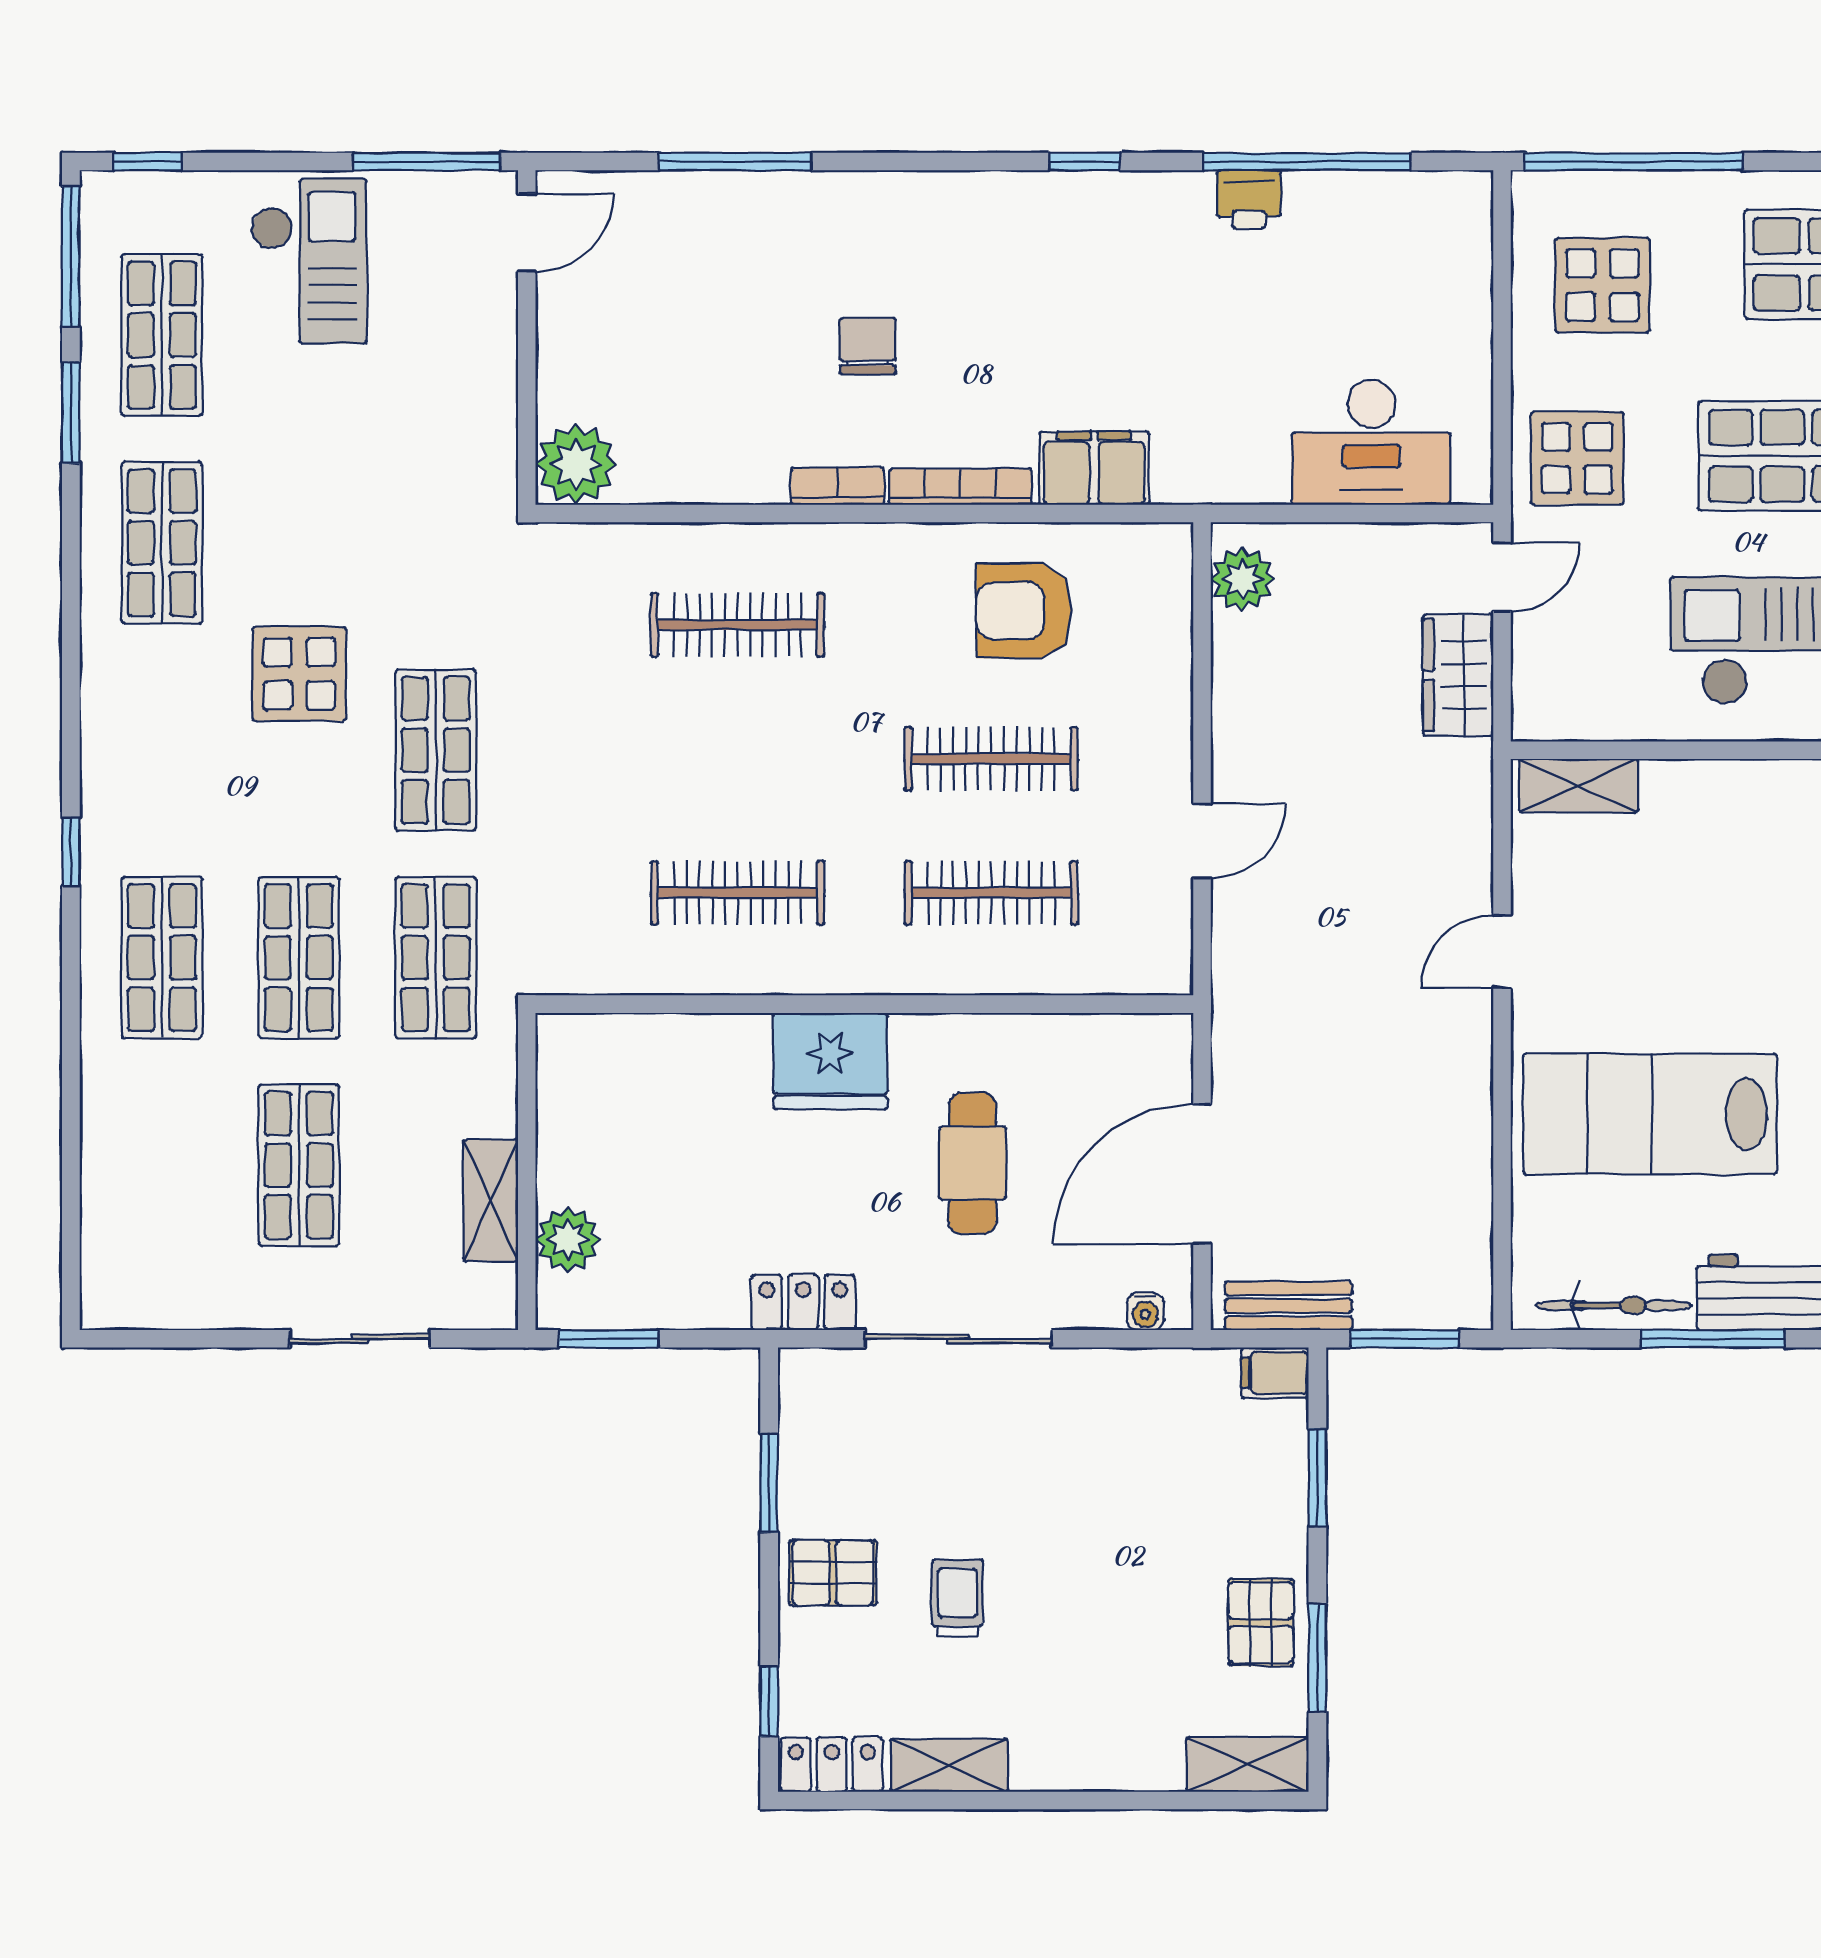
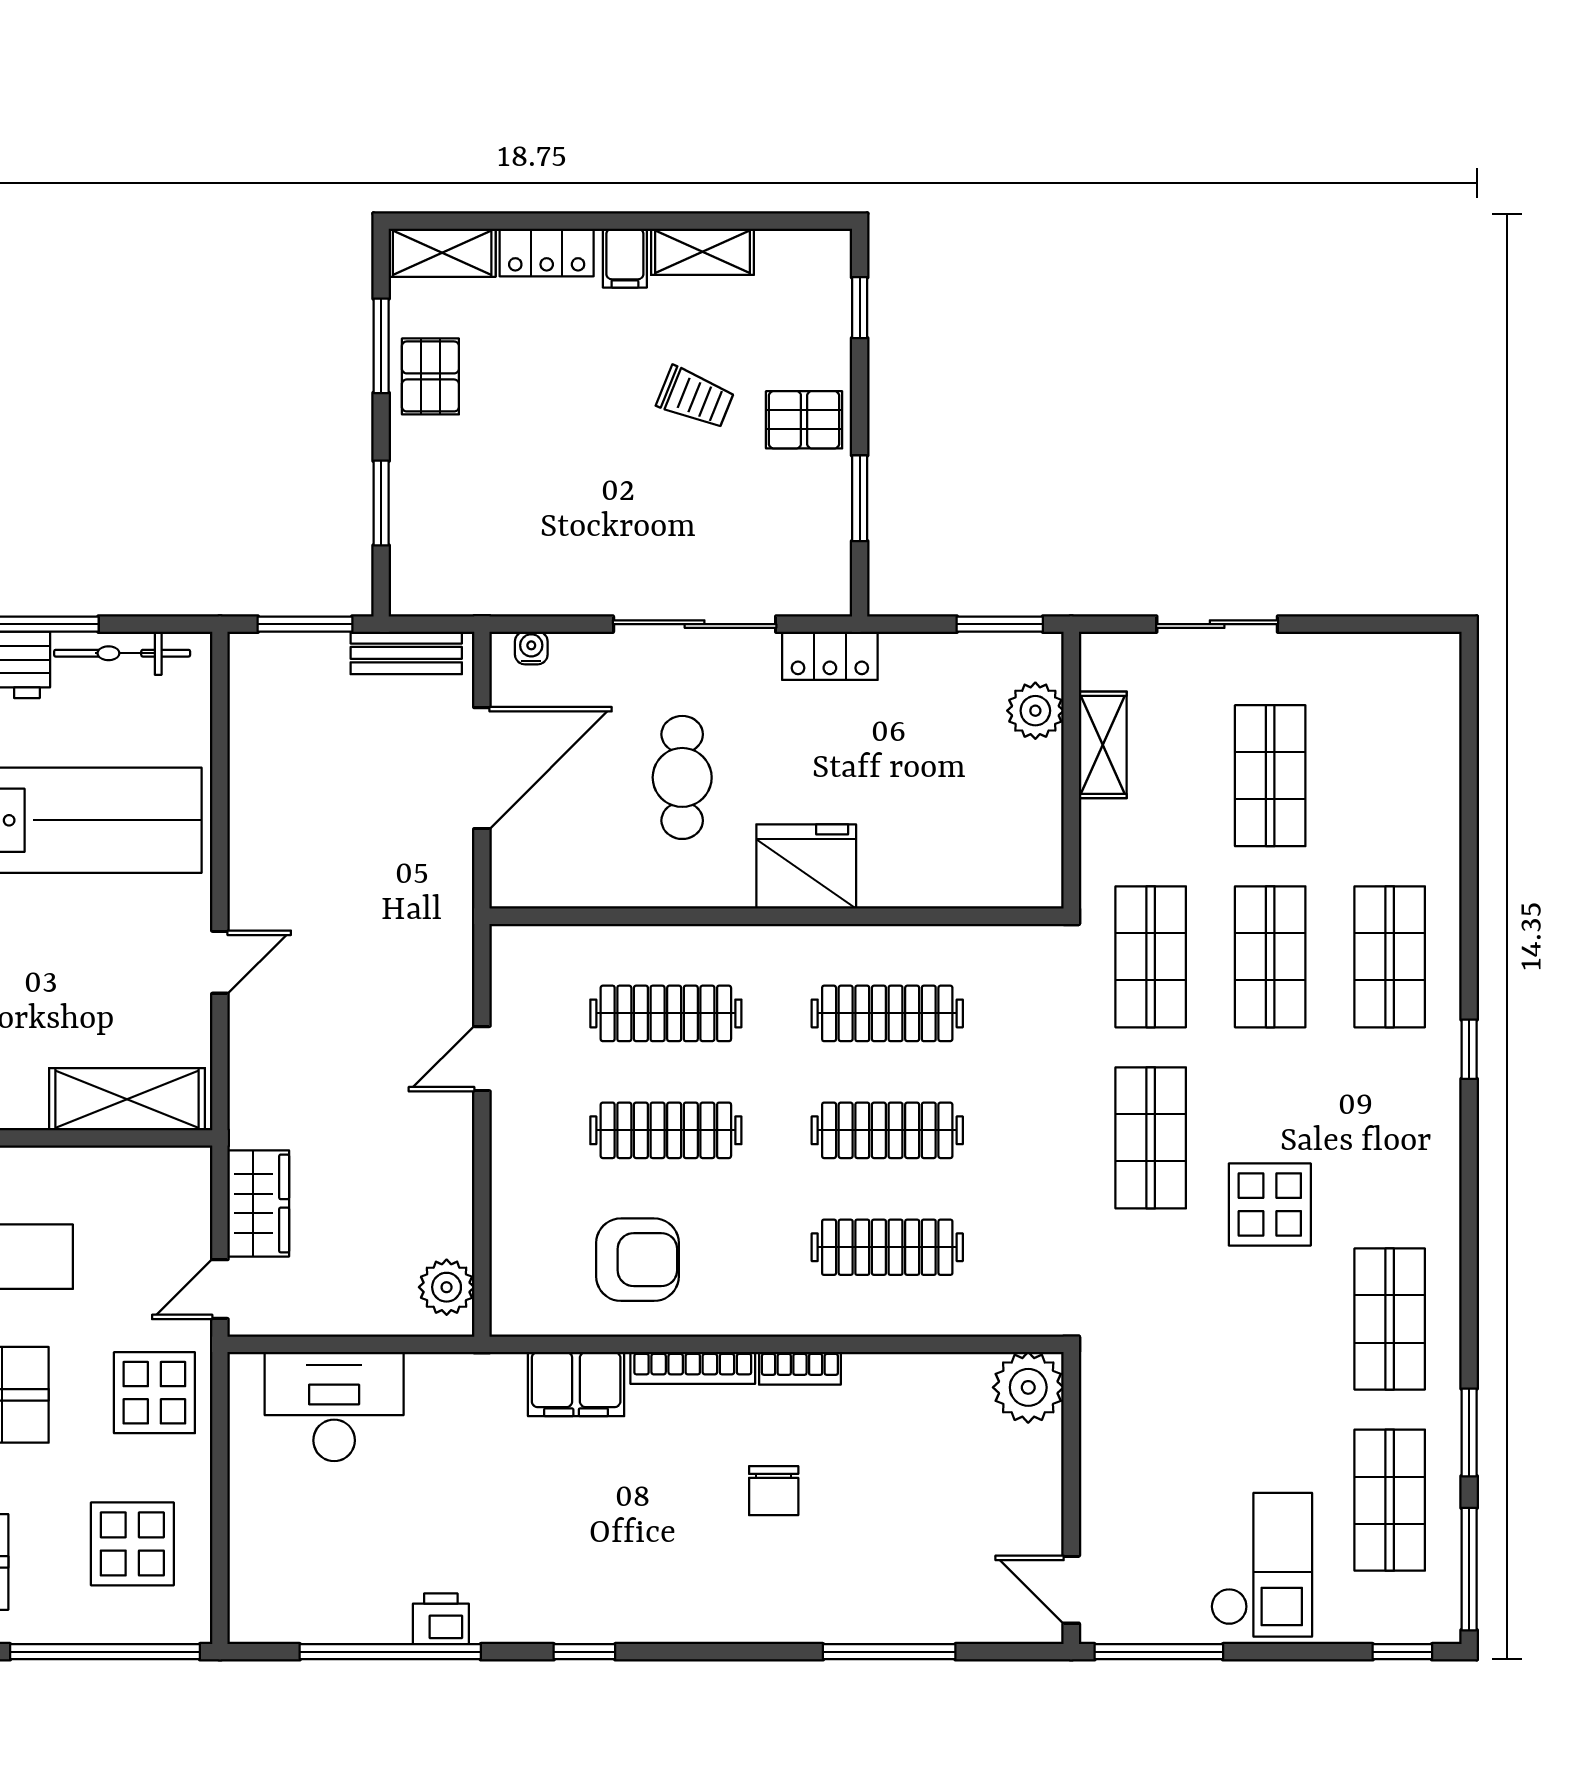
door: (527, 233) -> (1071, 1590), hinge flipped
checkout: (309, 261) -> (1262, 1565), turned 180
clothes rail: (738, 759) -> (887, 1130), added
shelving: (1579, 786) -> (127, 1099), width x1.50, depth x1.33
filing cabinet: (1275, 1373) -> (625, 258), moved, turned 90
trolley: (957, 1598) -> (695, 398), turned -68
locker: (832, 1765) -> (547, 252), moved

